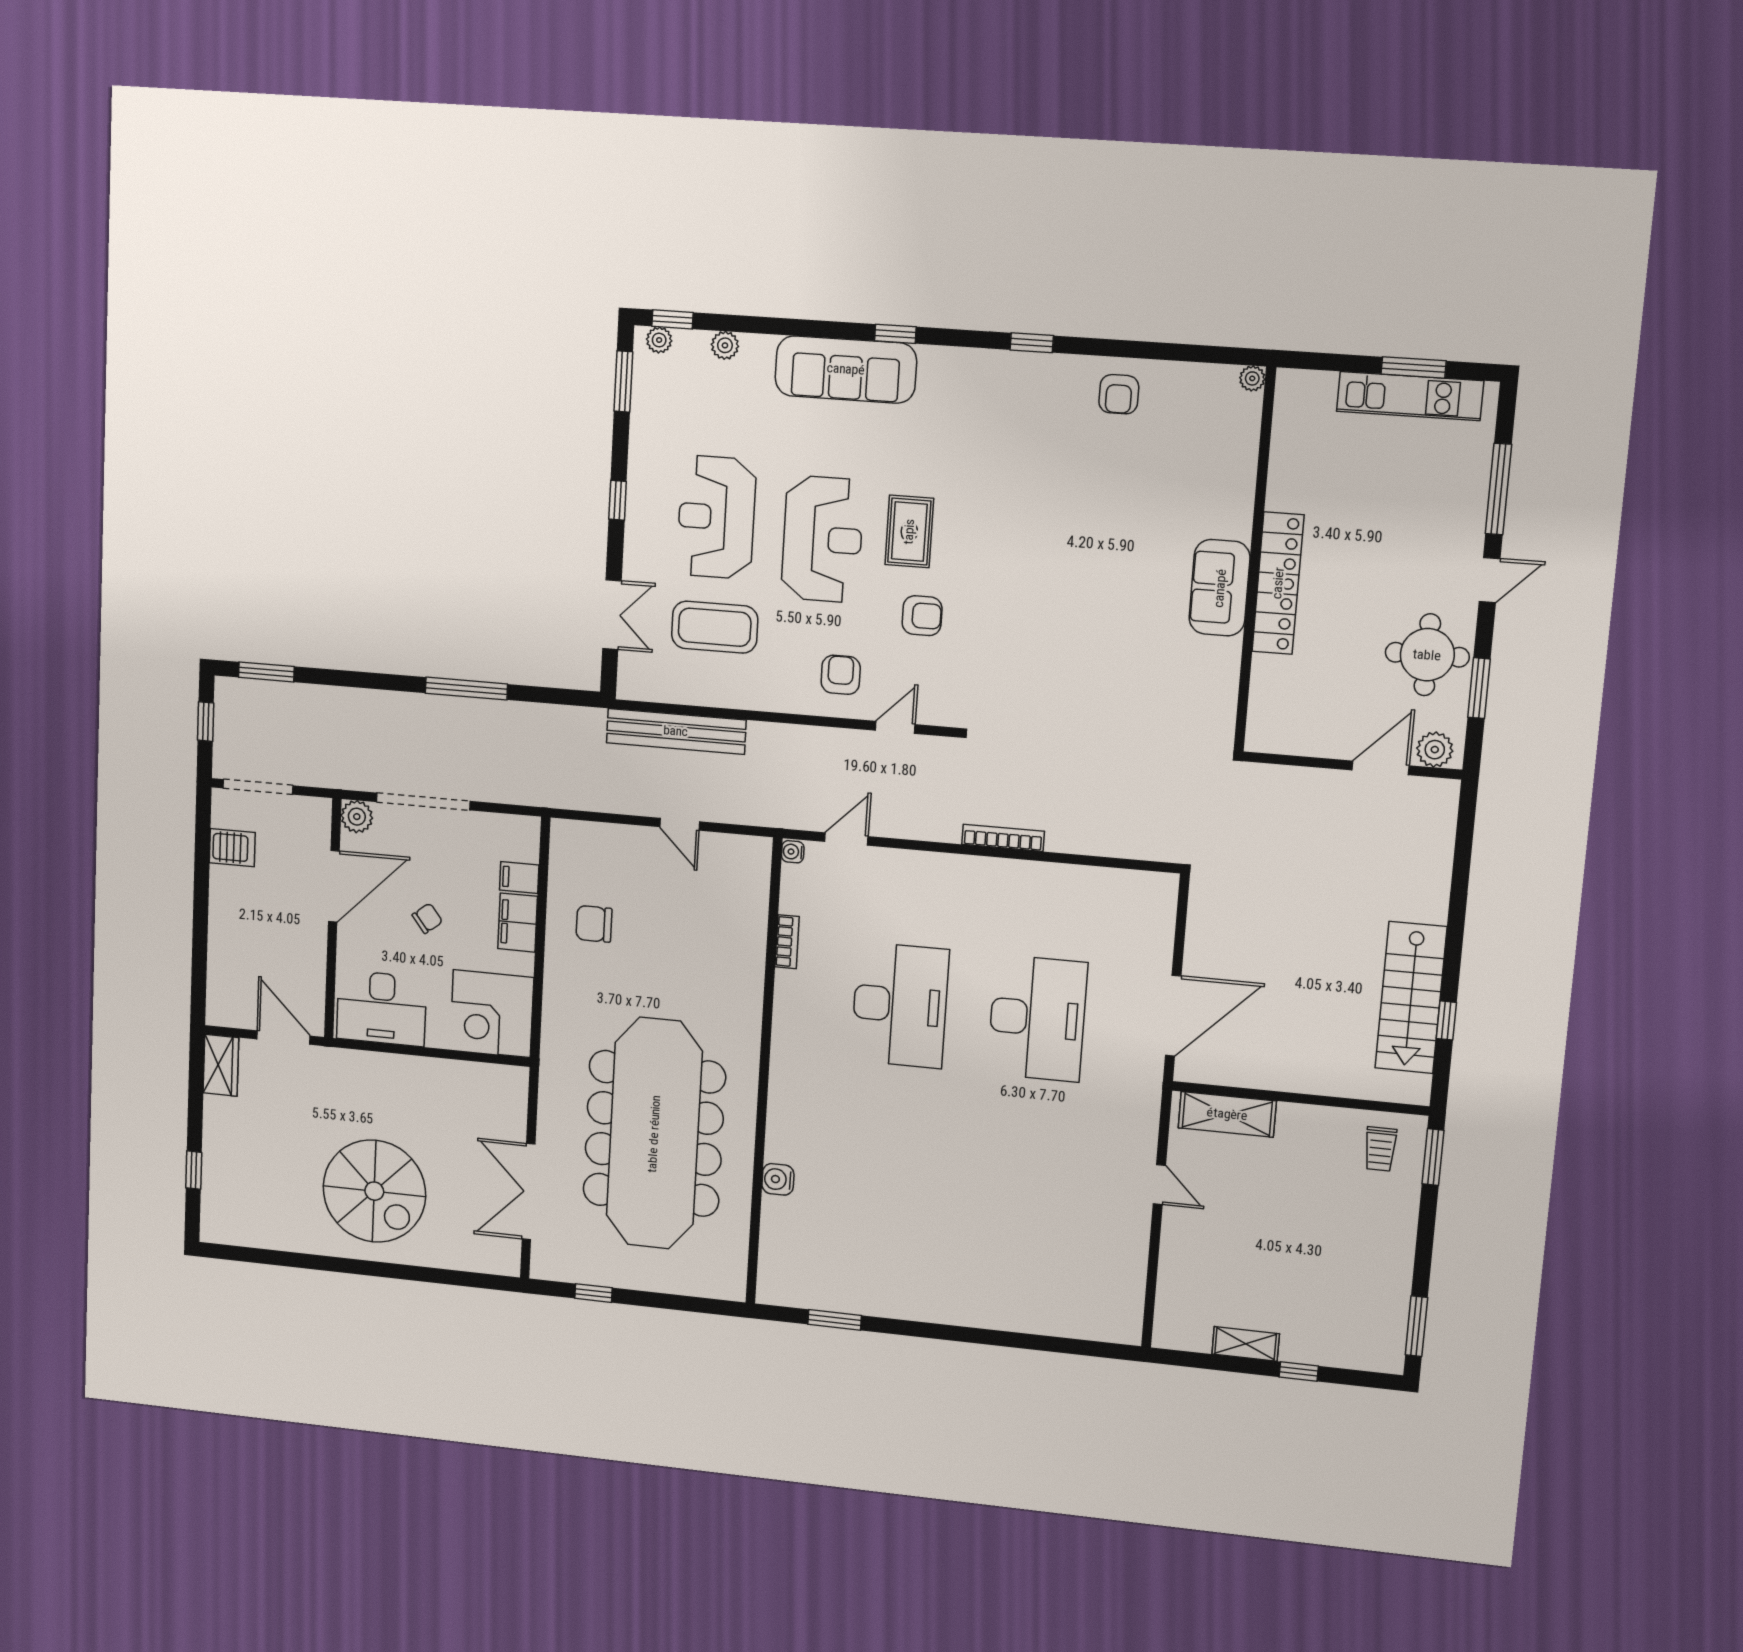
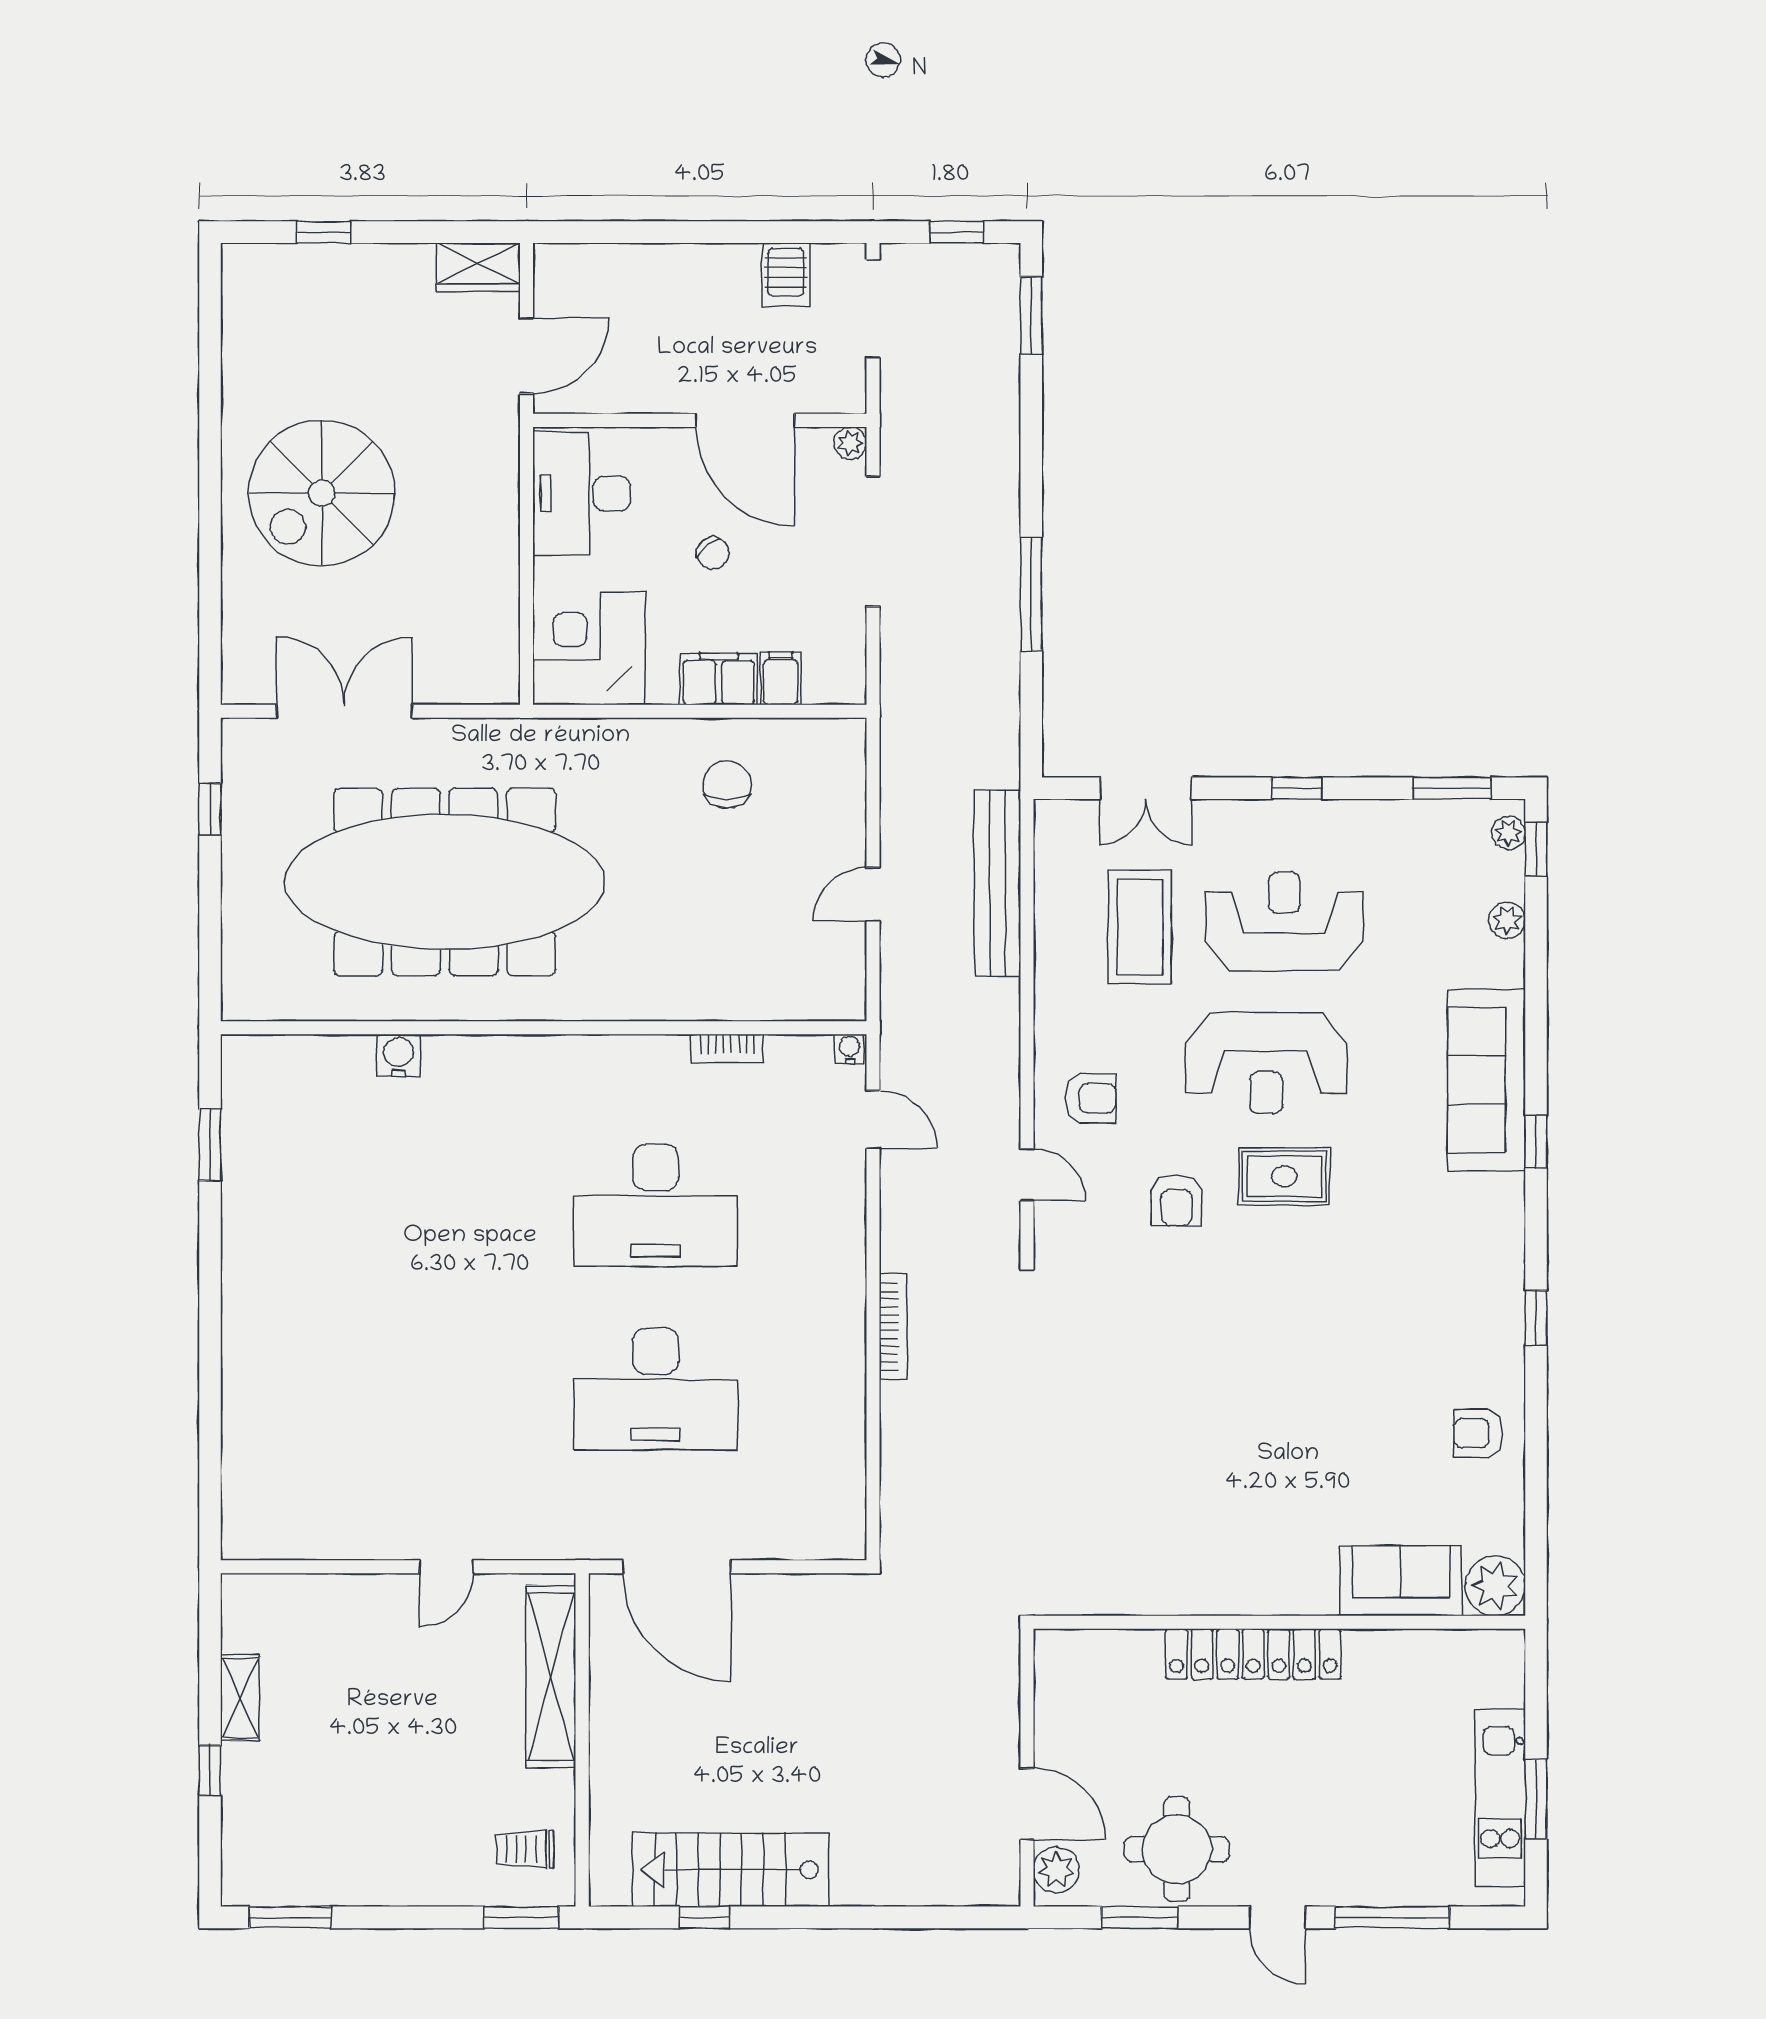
plant: (1252, 378) -> (1495, 1586), width x1.87, depth x1.87
sofa: (1220, 588) -> (1401, 1581), moved
plant: (357, 817) -> (850, 443), width x0.73, depth x0.73
shelving: (1227, 1114) -> (551, 1677), width x1.47

